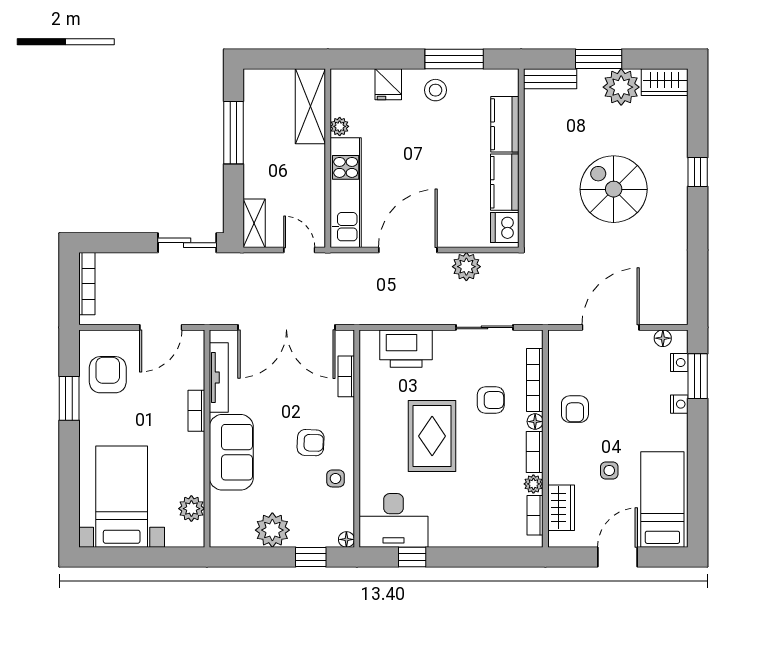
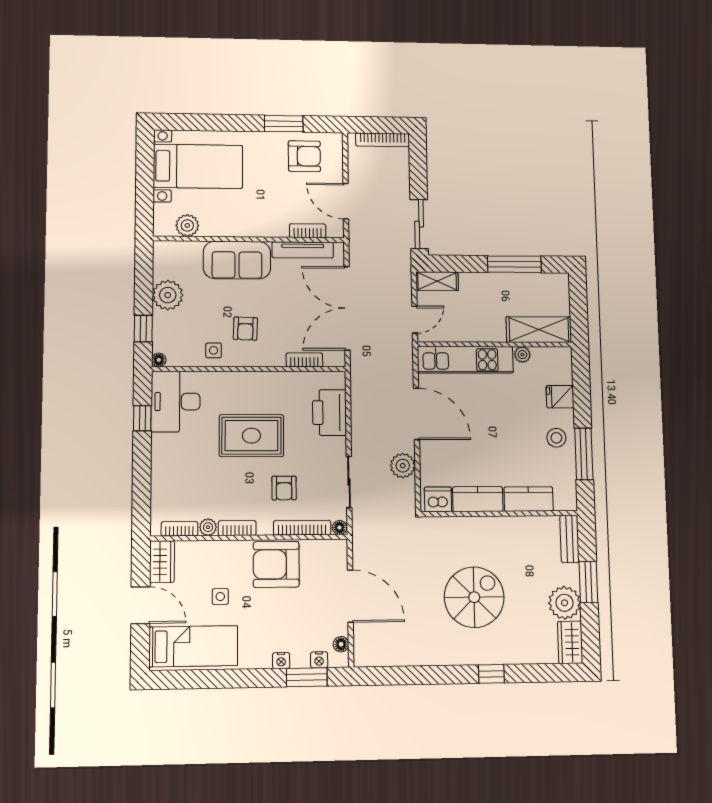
armchair: (575, 409) -> (276, 564), width x1.88, depth x1.88
bookcase: (196, 411) -> (308, 231), moved
floor lamp: (535, 422) -> (339, 528), moved
wardrobe: (561, 508) -> (162, 562), moved, turned -90

